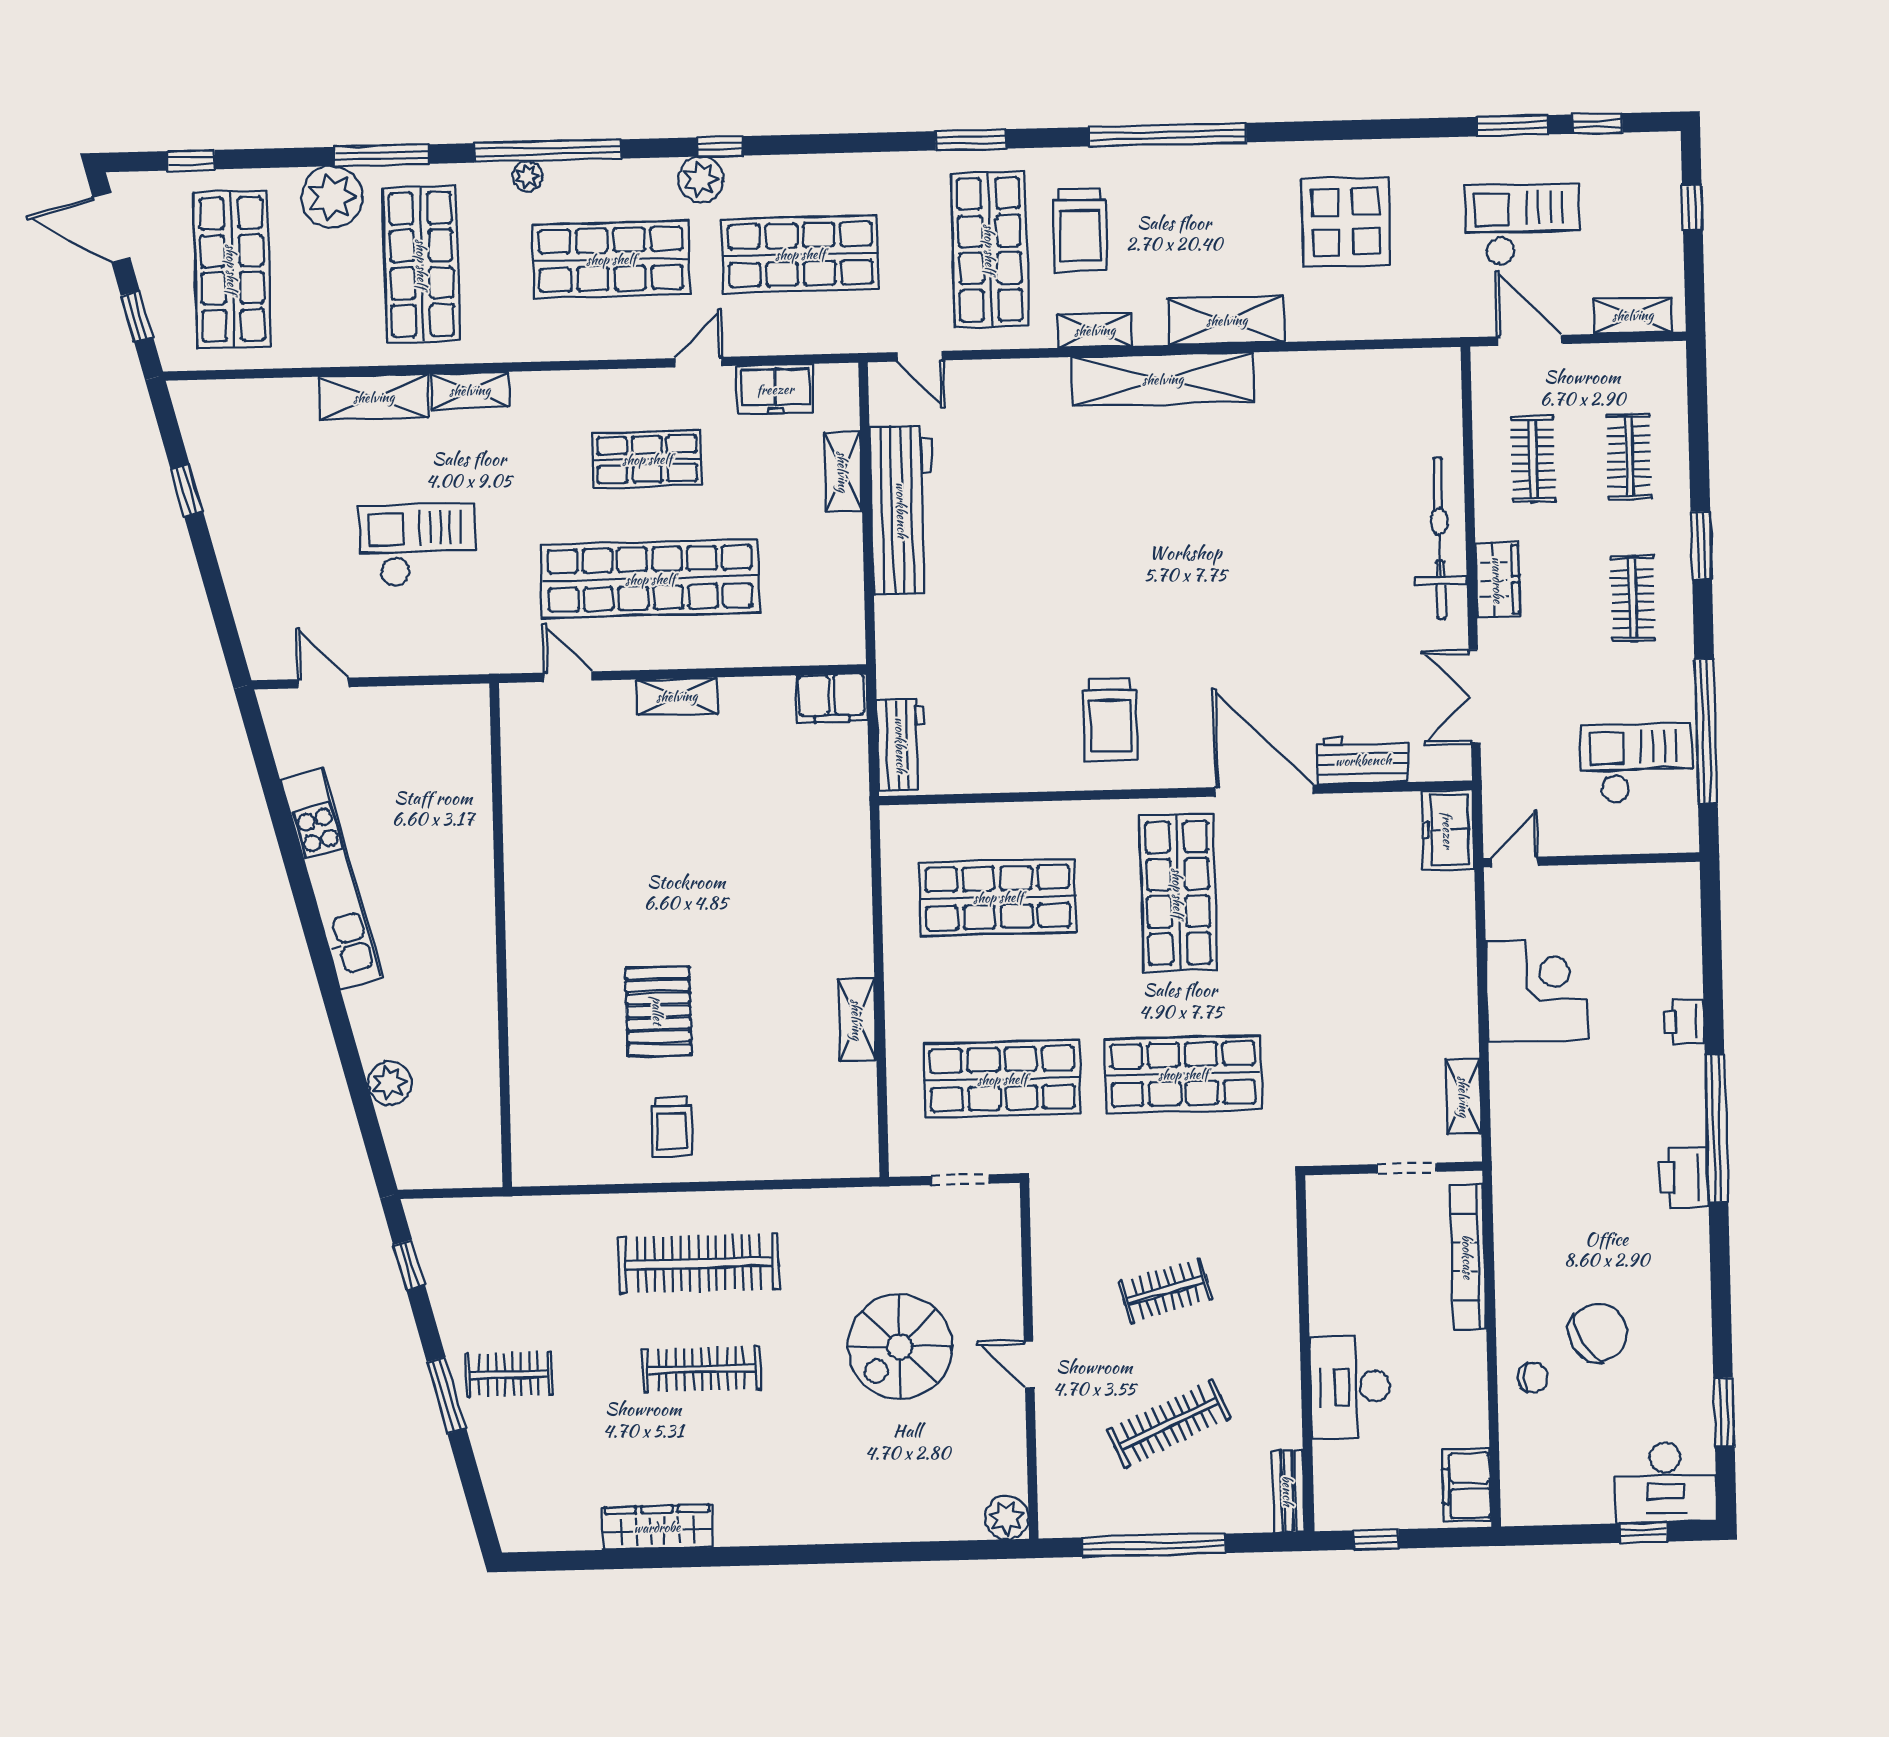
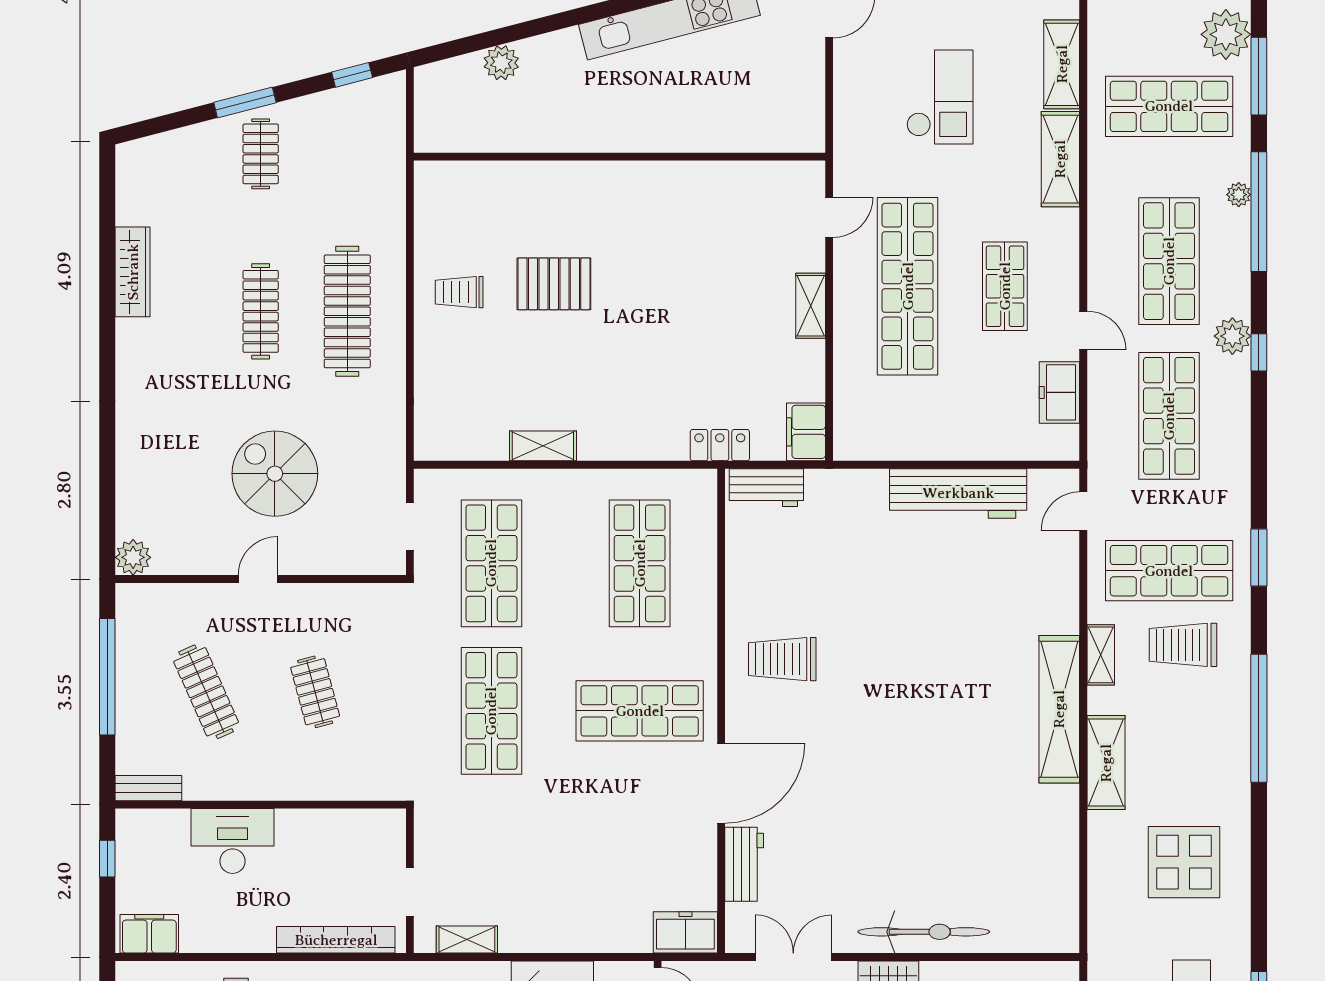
shelving: (470, 390) -> (1060, 159), width x1.50, depth x1.33
shelving: (843, 472) -> (991, 446), removed
locker: (851, 803) -> (720, 445), added

